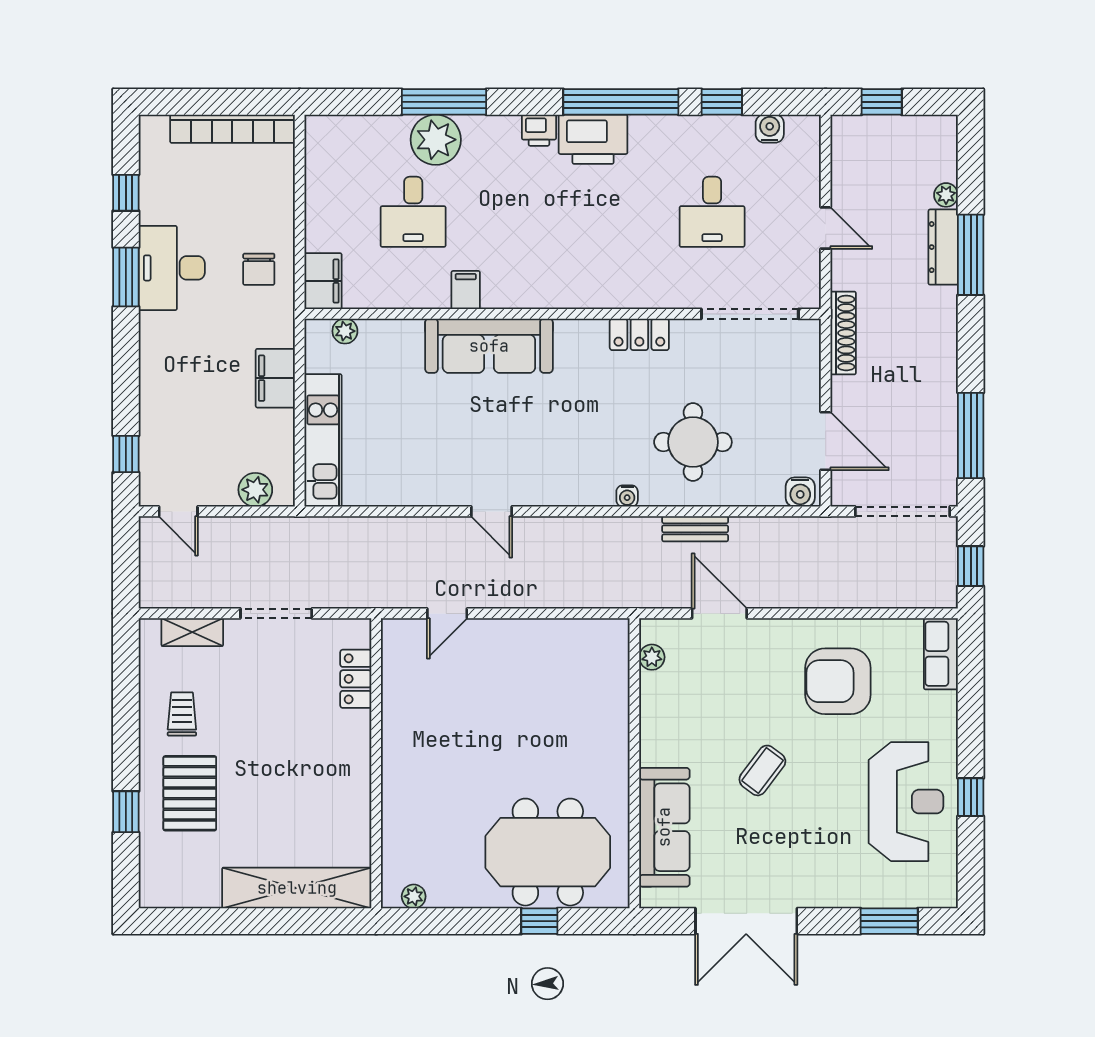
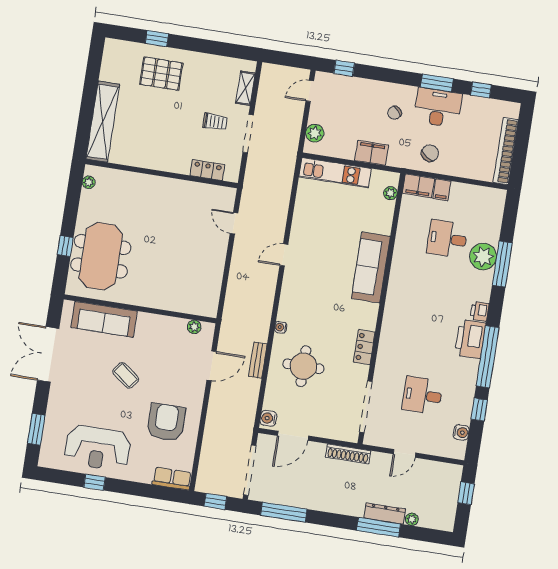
chair: (259, 269) -> (430, 153), turned 126
filing cabinet: (466, 290) -> (442, 190), moved, turned 90
chair: (194, 347) -> (394, 113), added
trolley: (182, 714) -> (215, 122), moved

